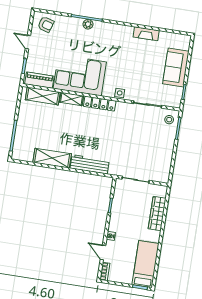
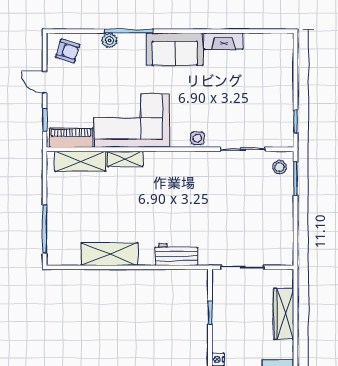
plant: (88, 24) -> (109, 40), moved
sofa: (176, 67) -> (175, 49), moved, turned -90
locker: (100, 104) -> (169, 159), removed
workbench: (90, 164) -> (176, 255), width x0.73

